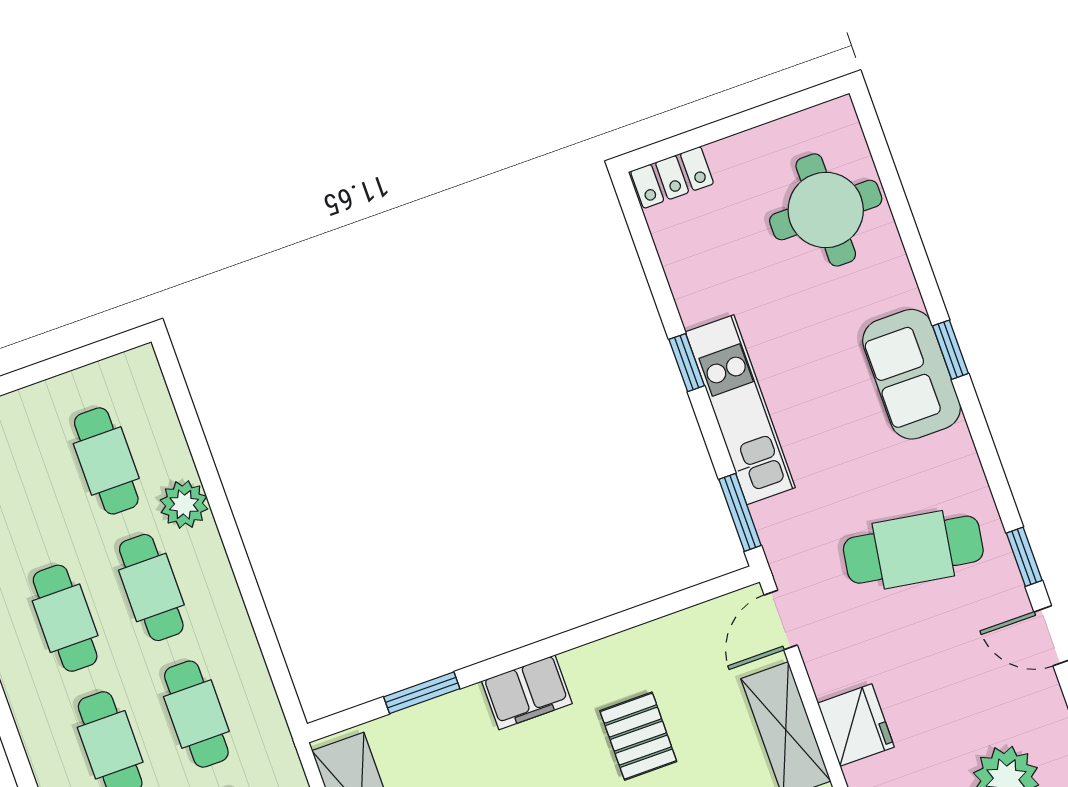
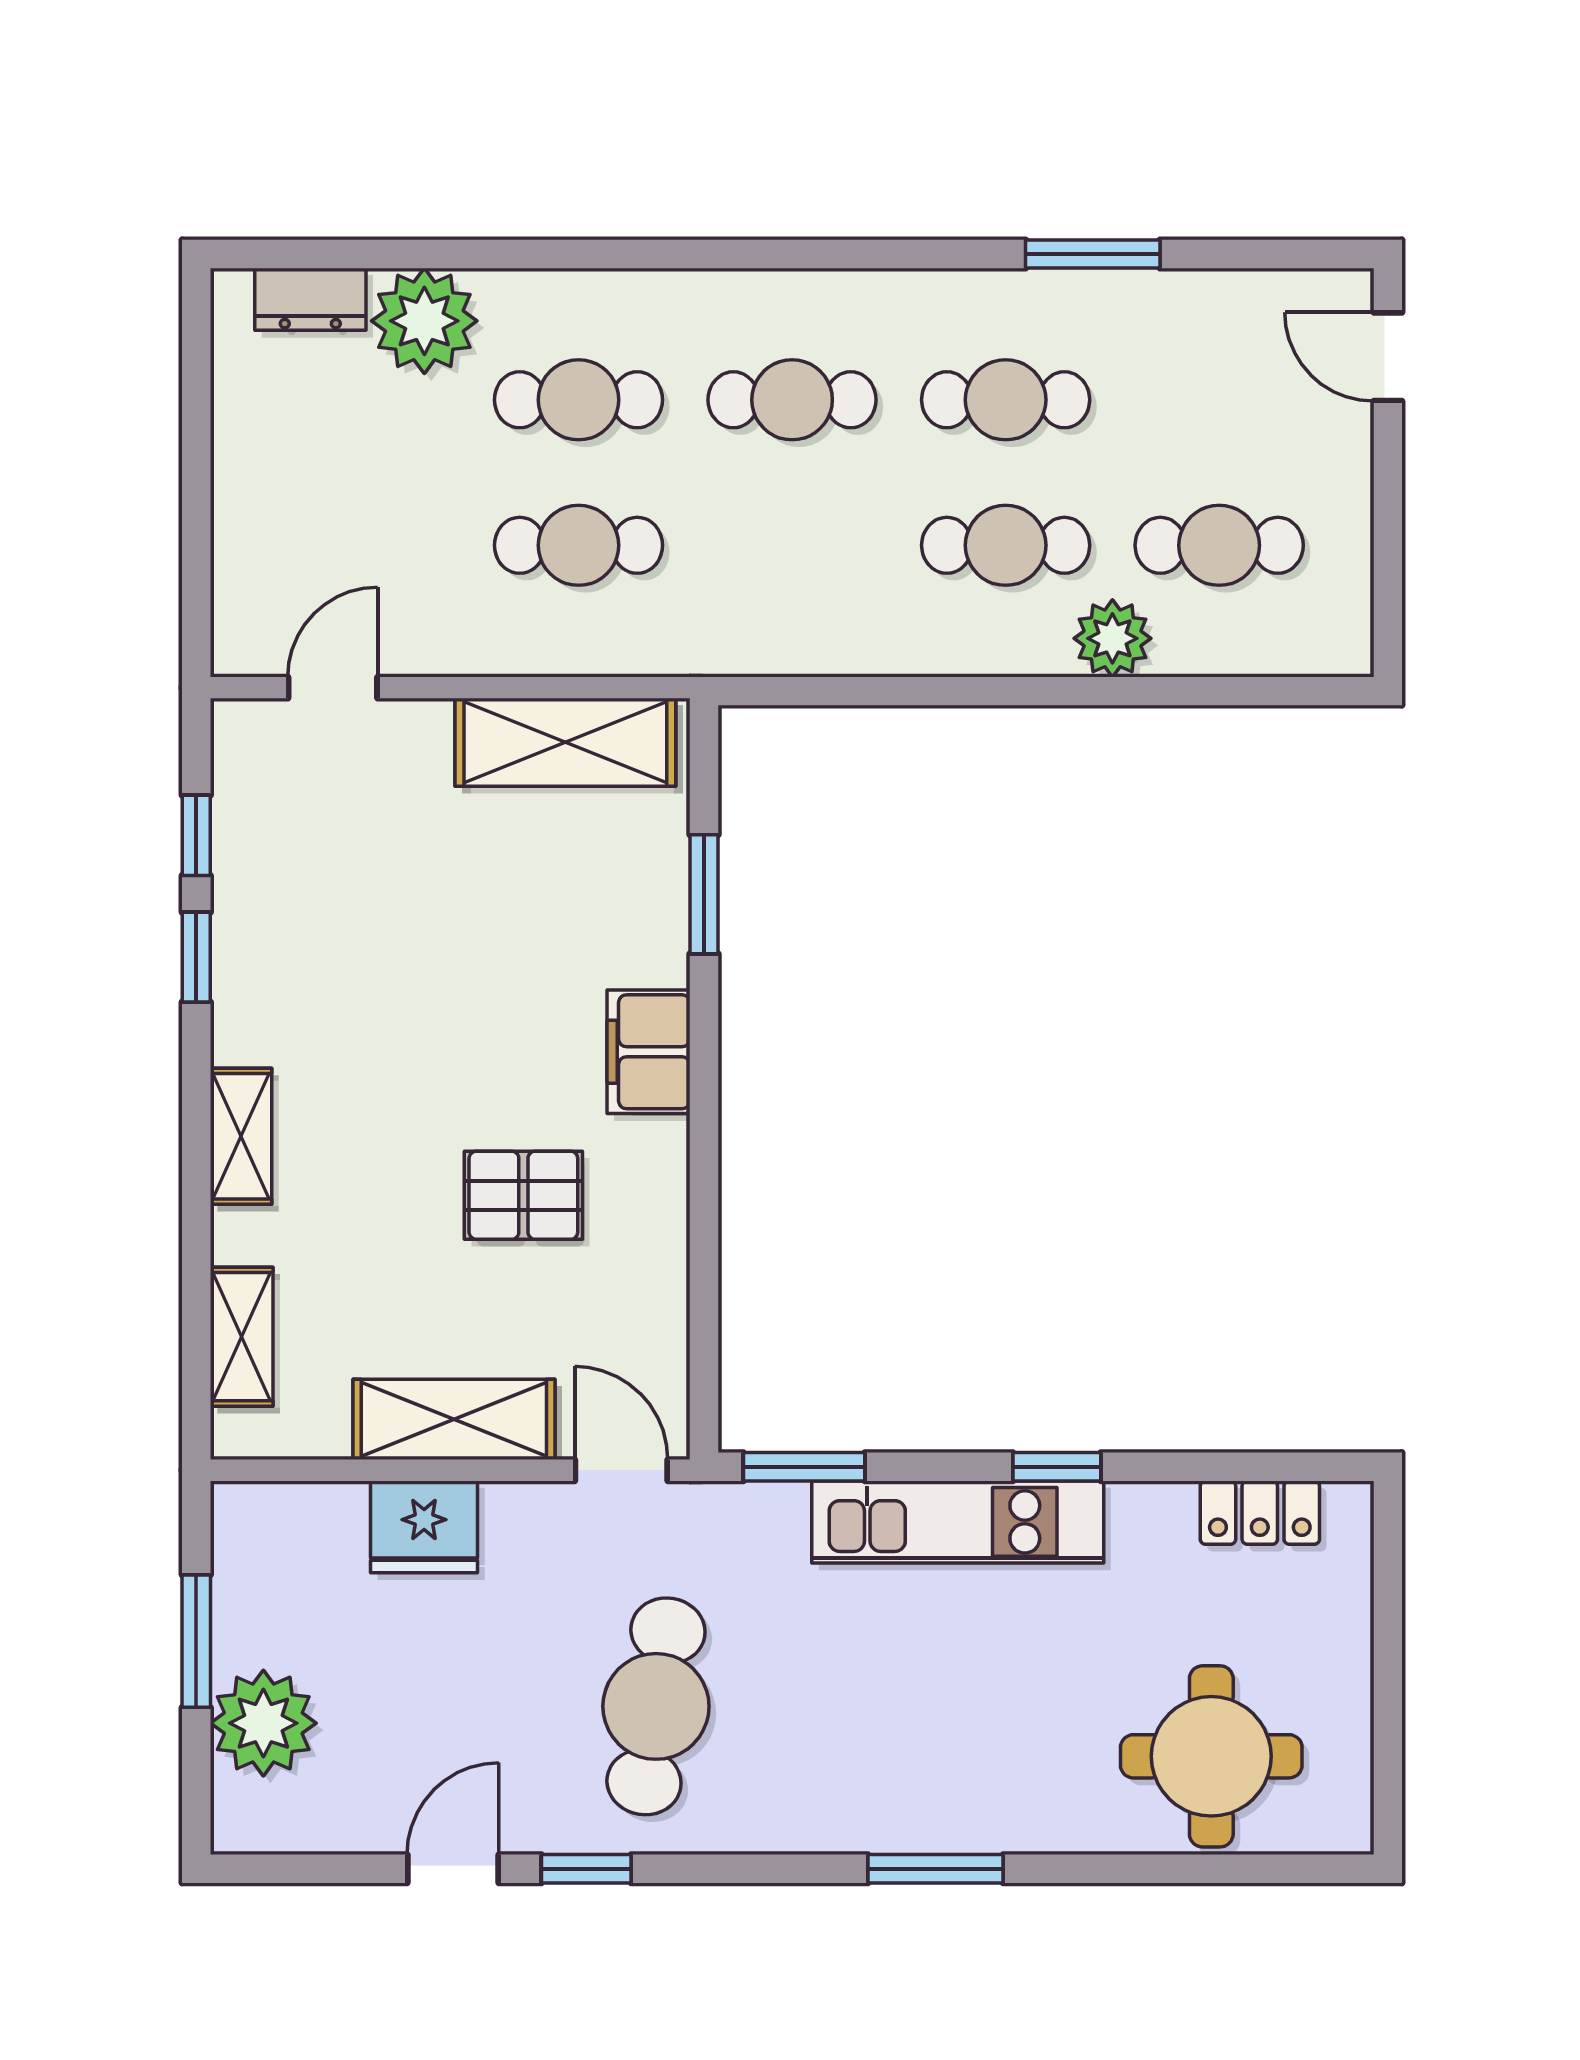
locker: (672, 177) -> (1260, 1513), moved, turned -90
window: (950, 350) -> (936, 1869), width x1.50
sofa: (912, 374) -> (920, 1797), removed
cafe table: (196, 714) -> (792, 545), removed

